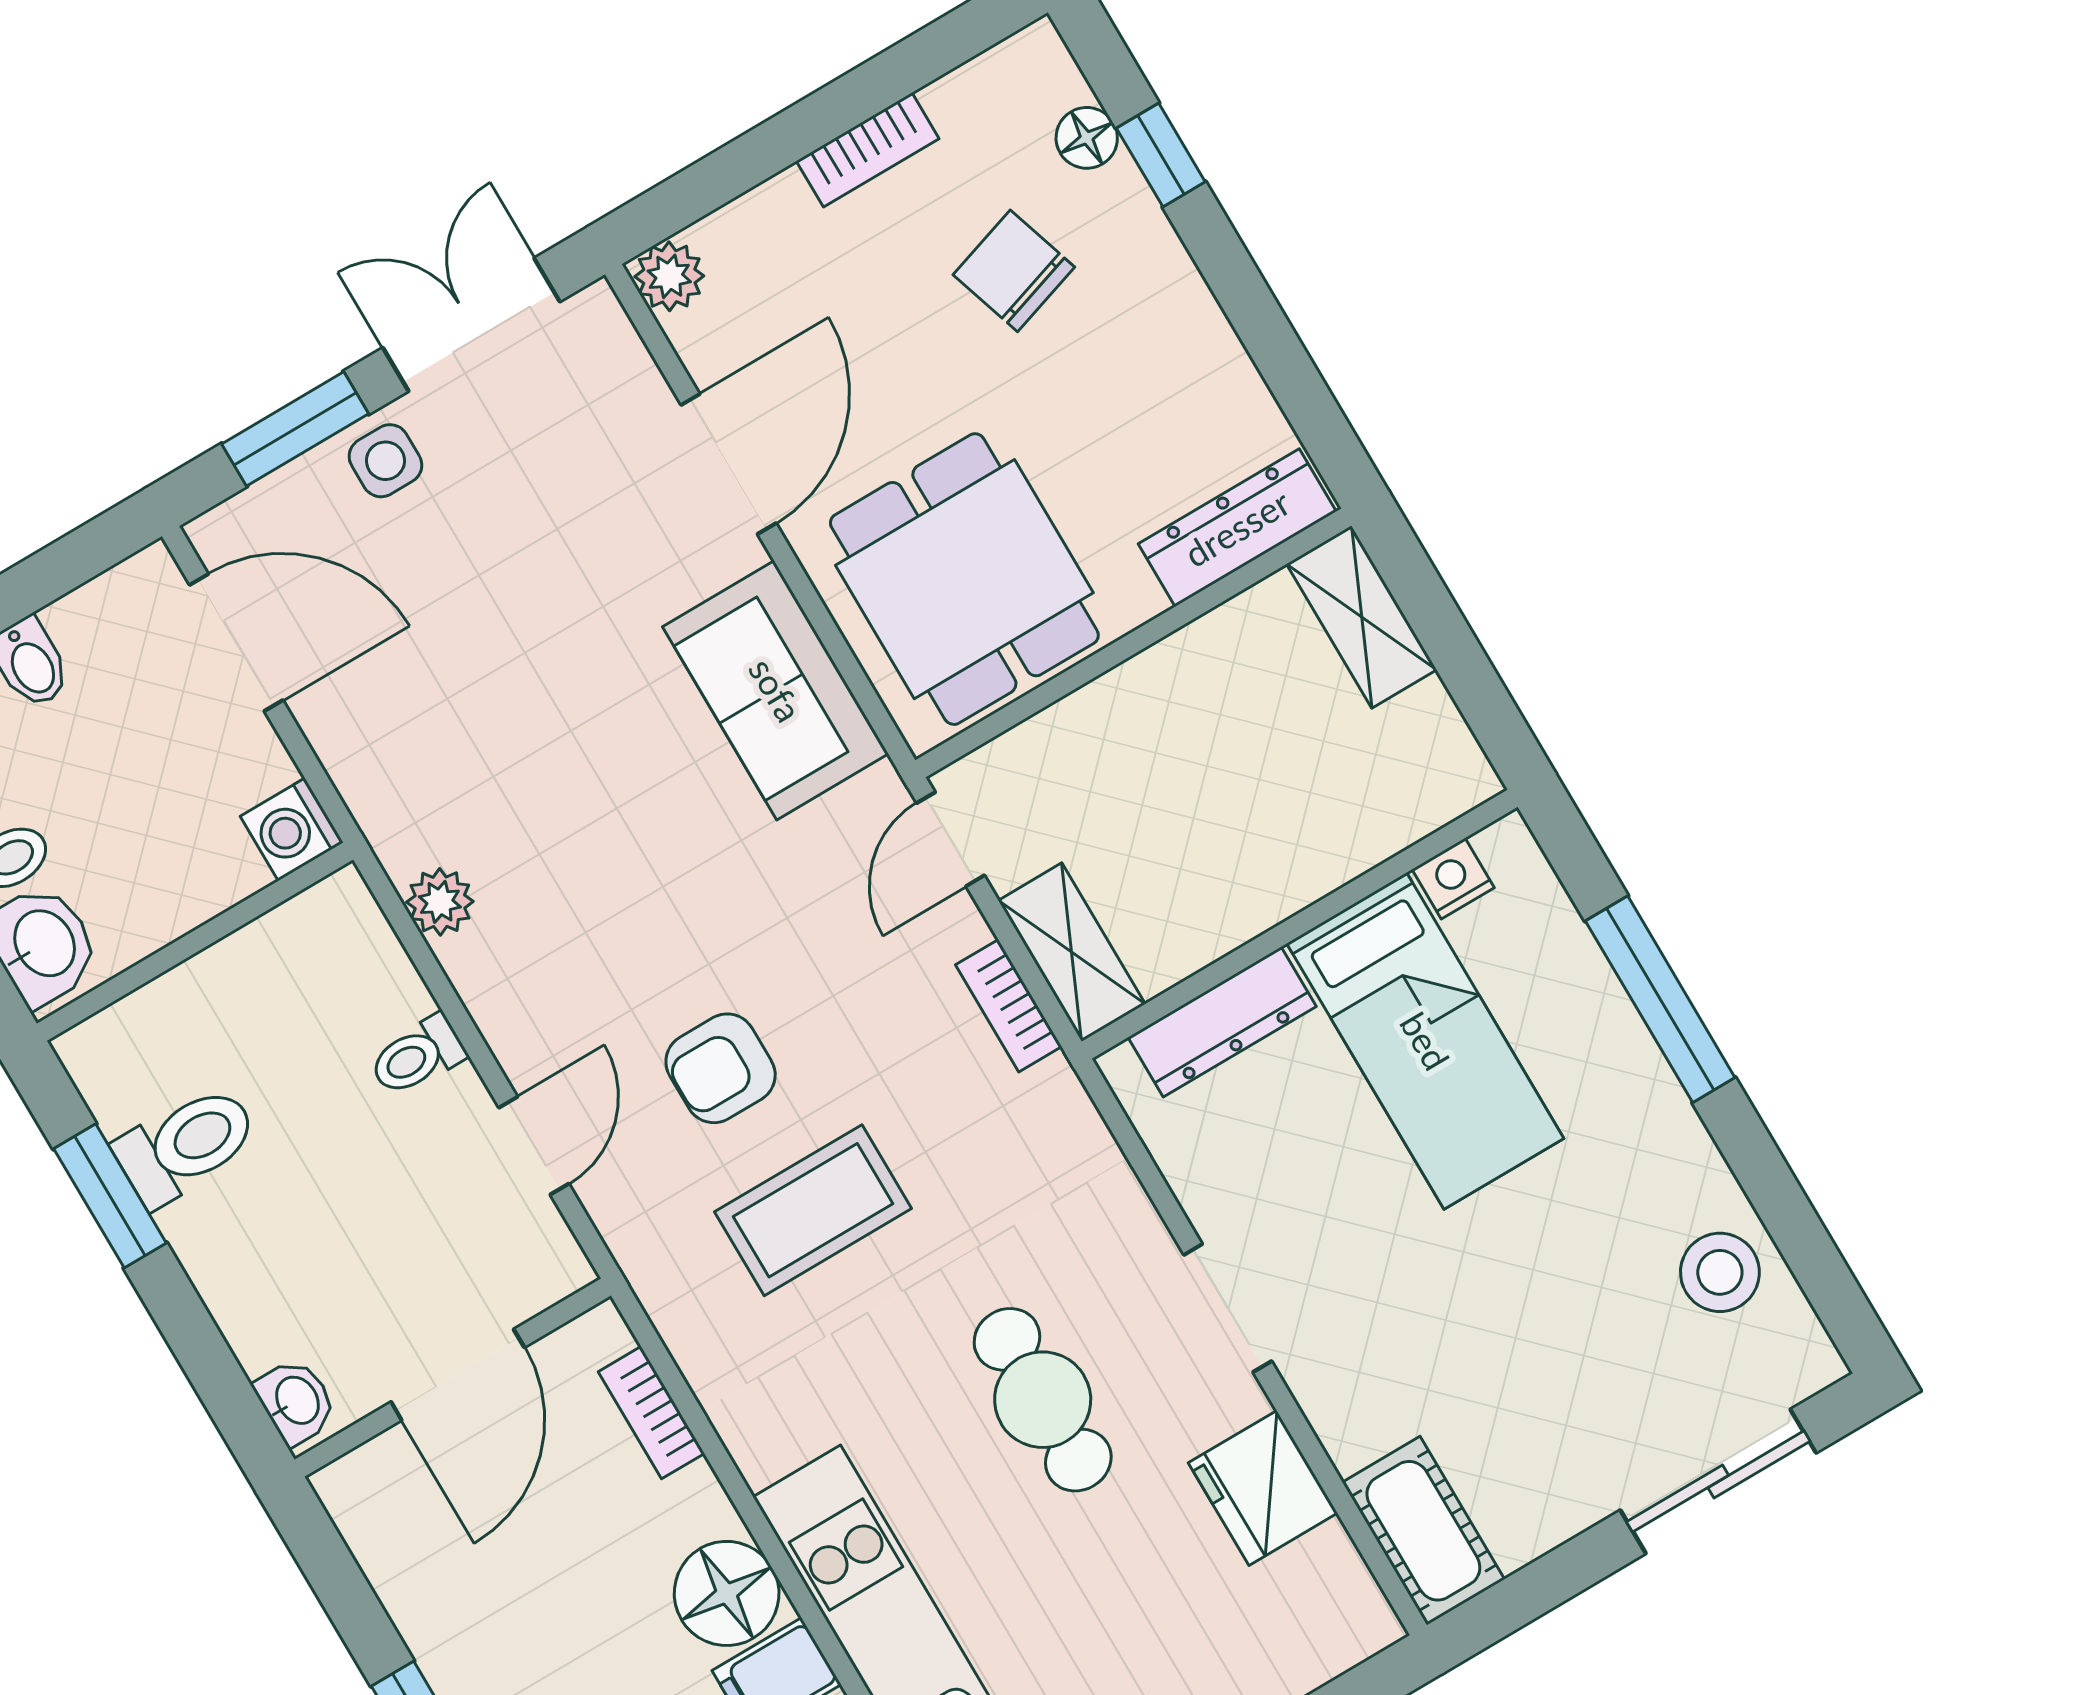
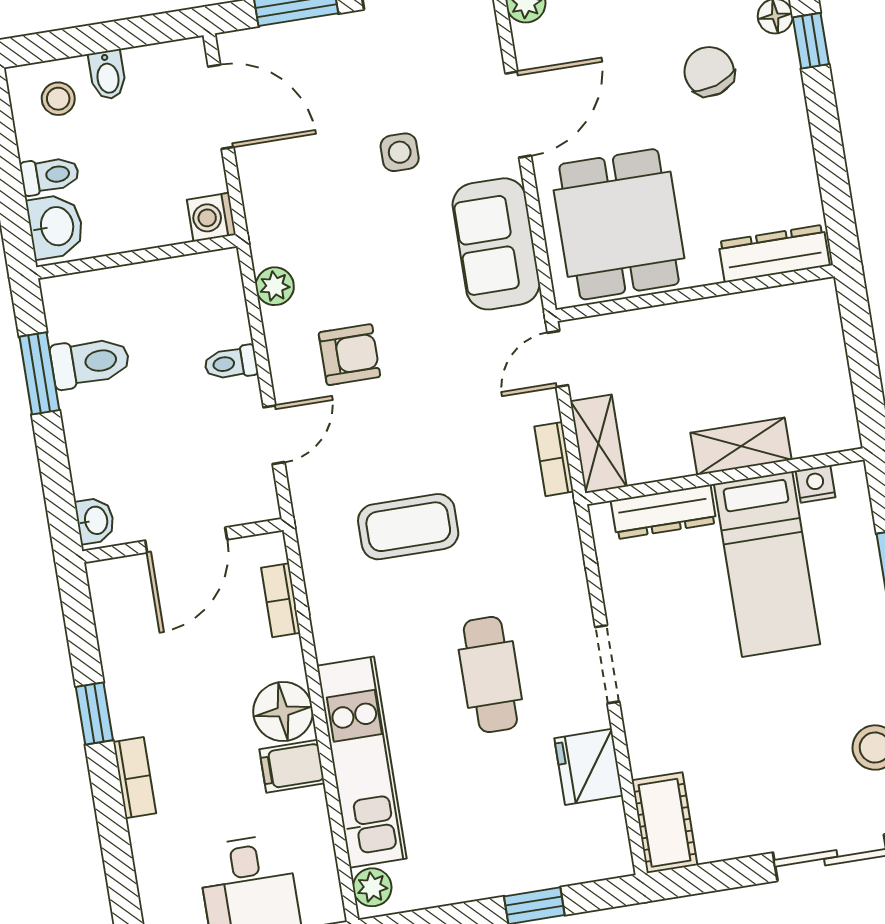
side table: (385, 461) -> (400, 152), moved
shelving: (1362, 617) -> (741, 446), moved, turned 90
armchair: (721, 1068) -> (349, 355), moved, turned 180

